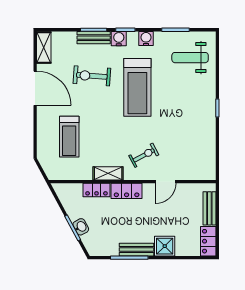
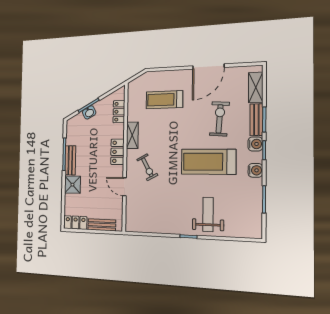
shelving: (44, 48) -> (256, 87), moved, turned 90
weight bench: (190, 58) -> (208, 214), moved
locker: (97, 190) -> (119, 112), moved

